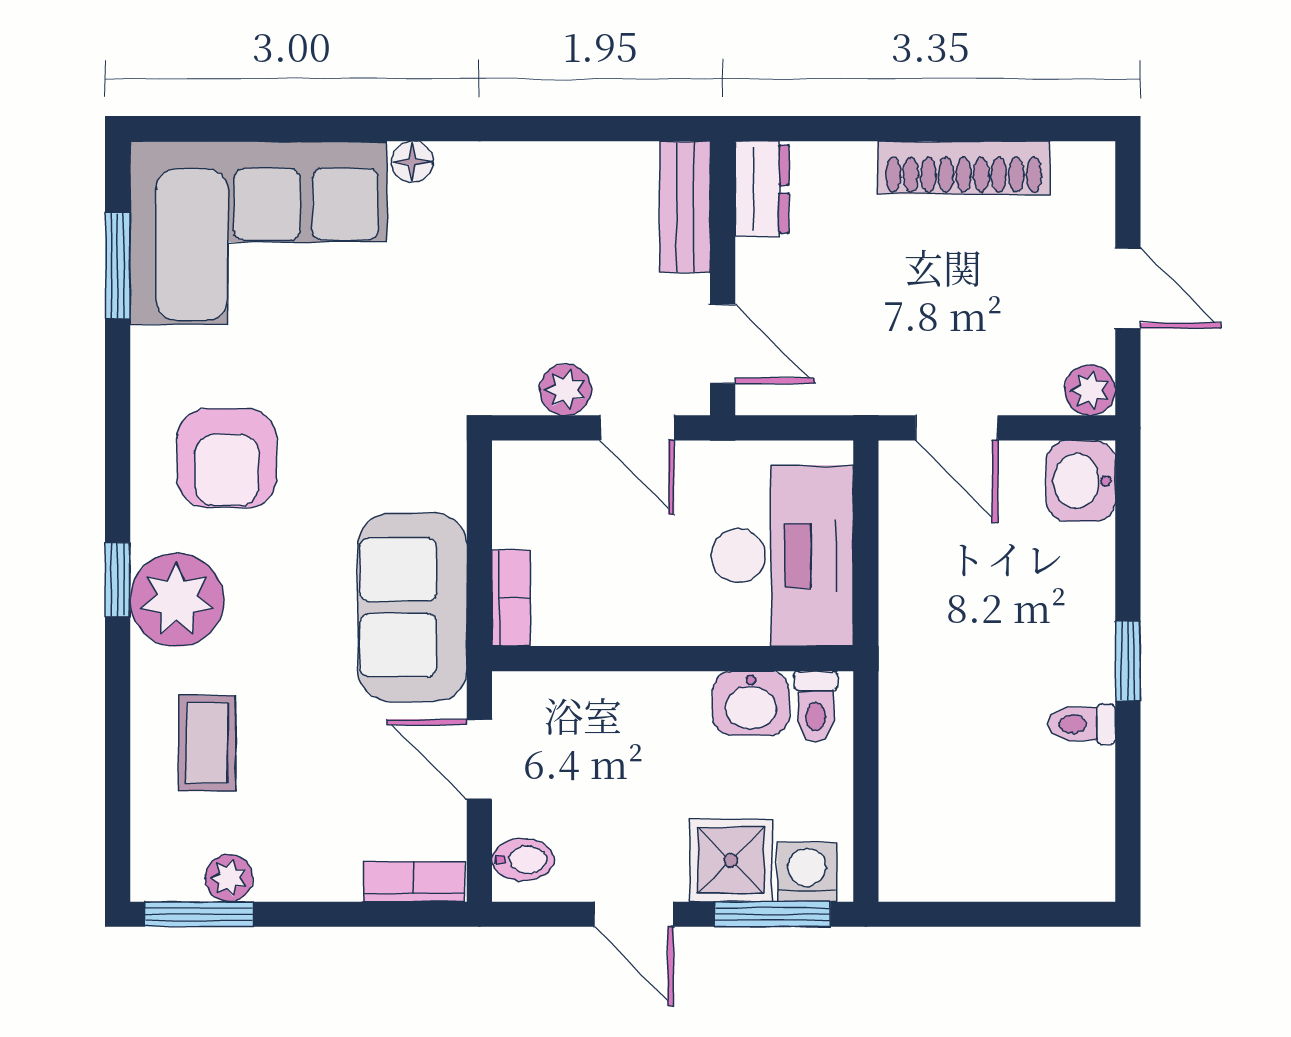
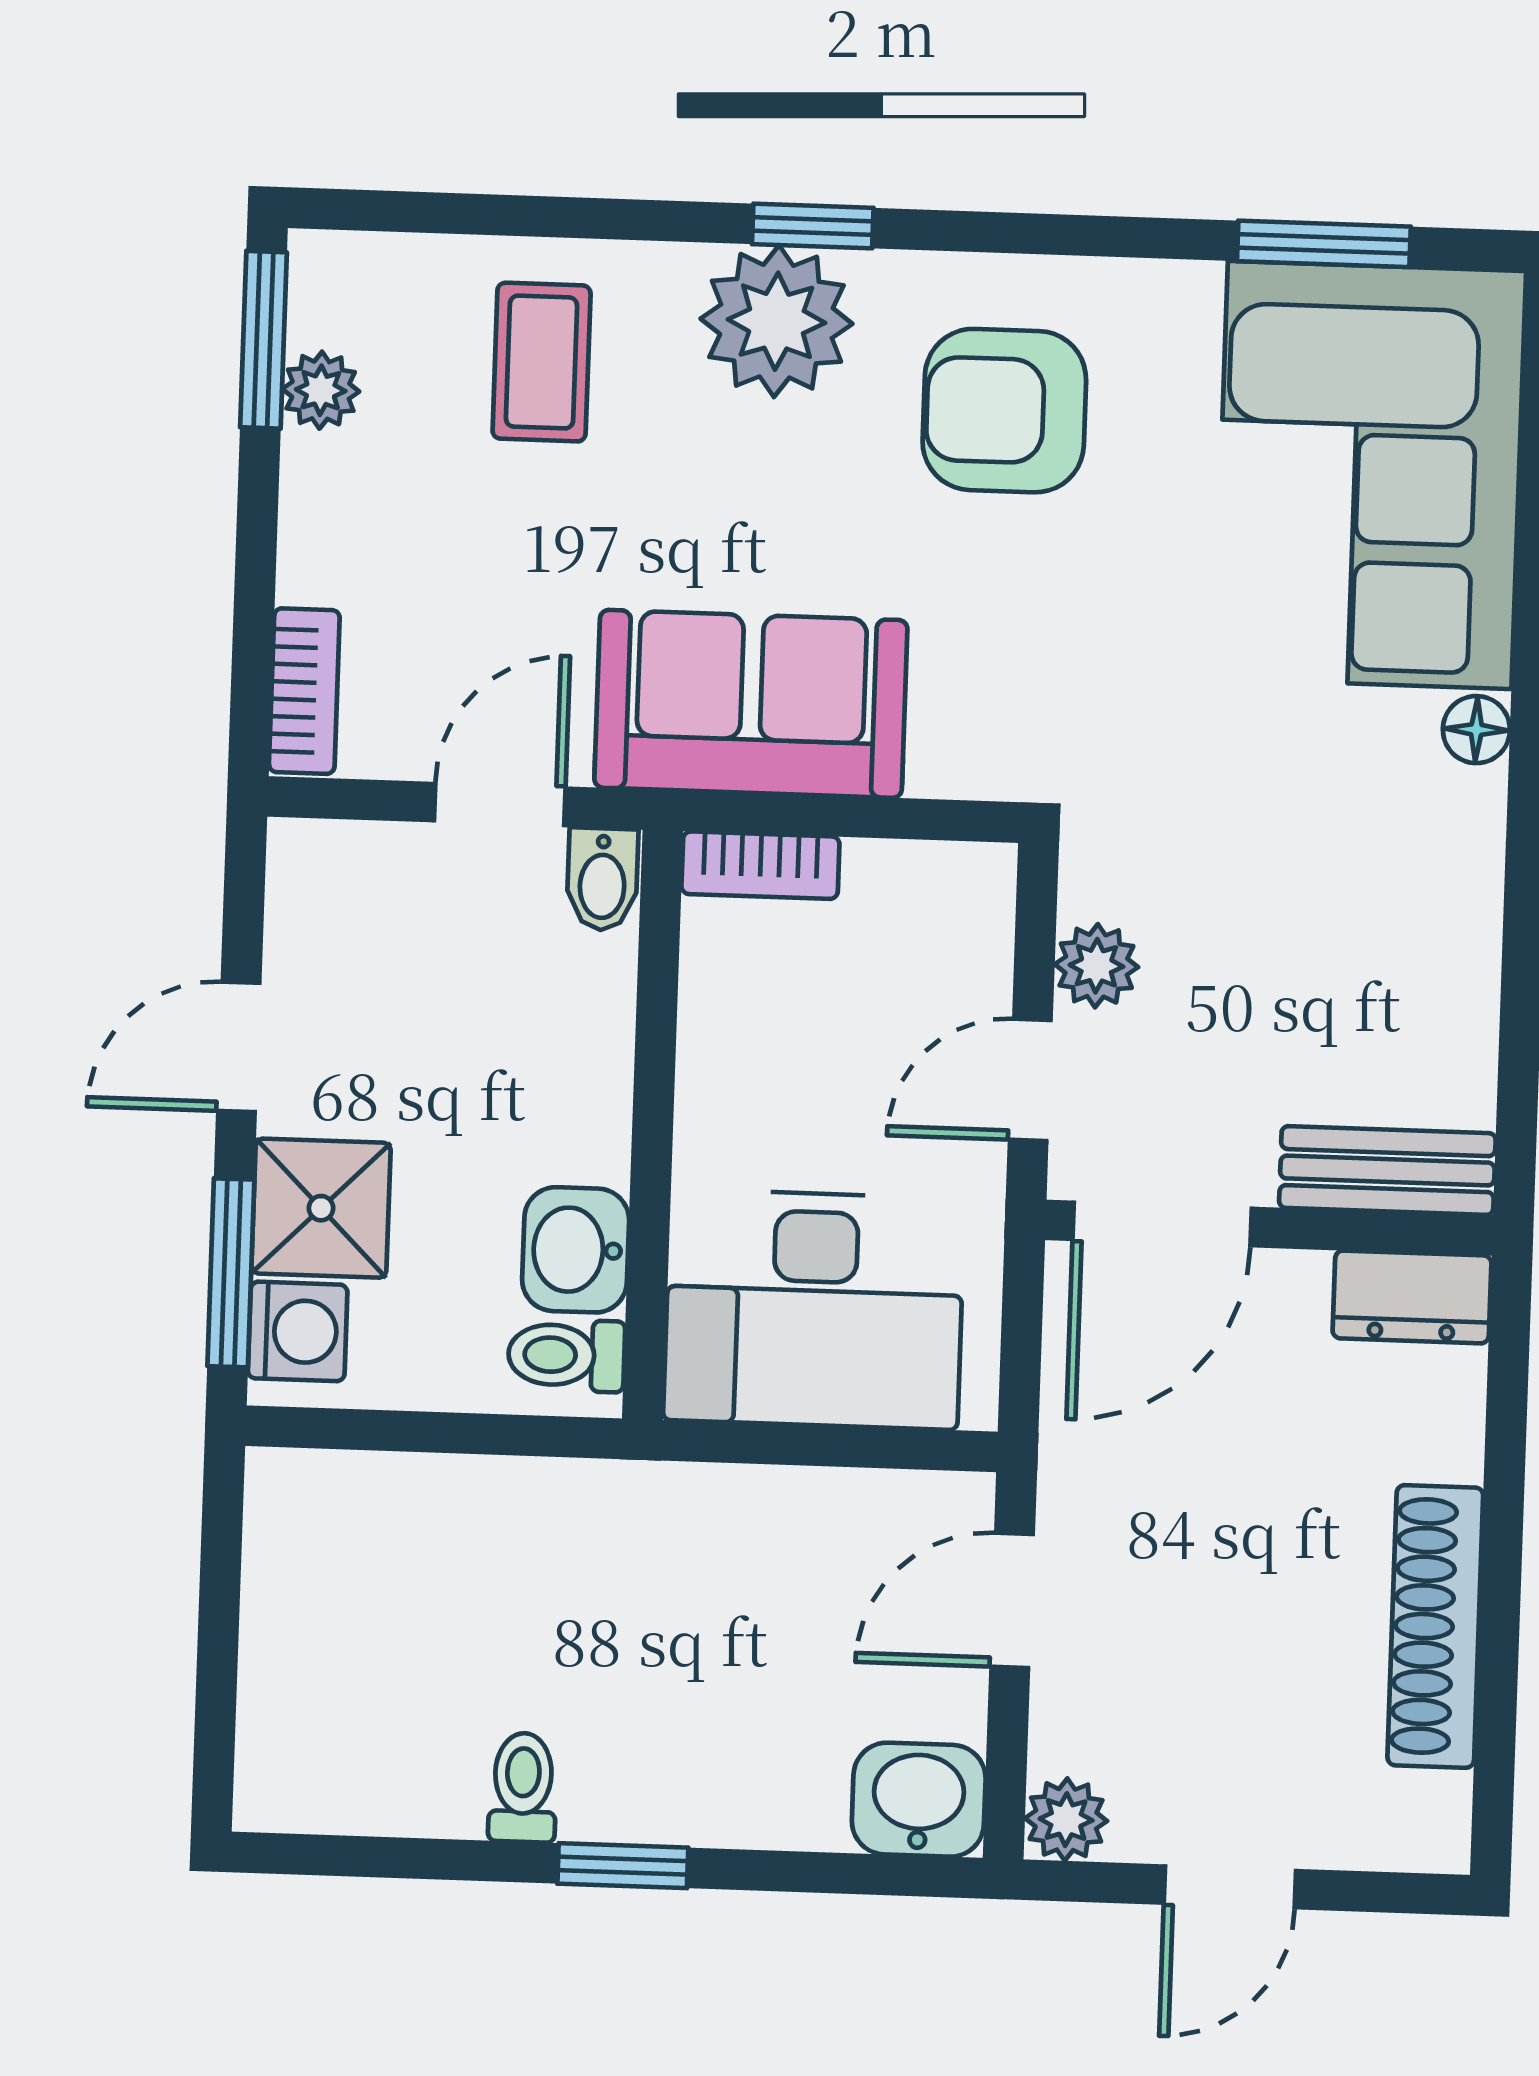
door: (723, 344) -> (1162, 1224), width x1.38
coffee table: (207, 743) -> (542, 362), turned 90
bidet: (523, 860) -> (602, 879), moved

